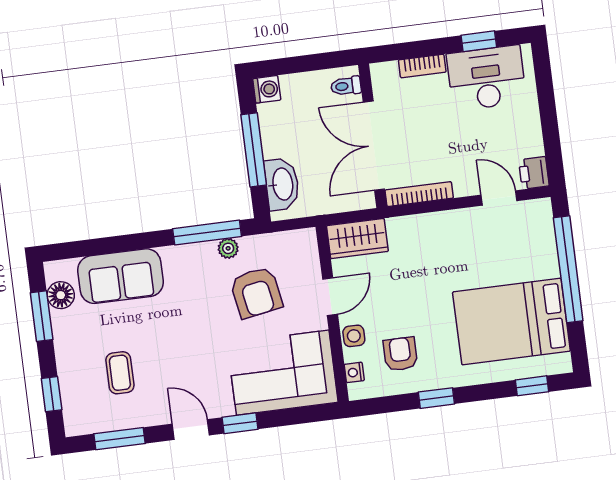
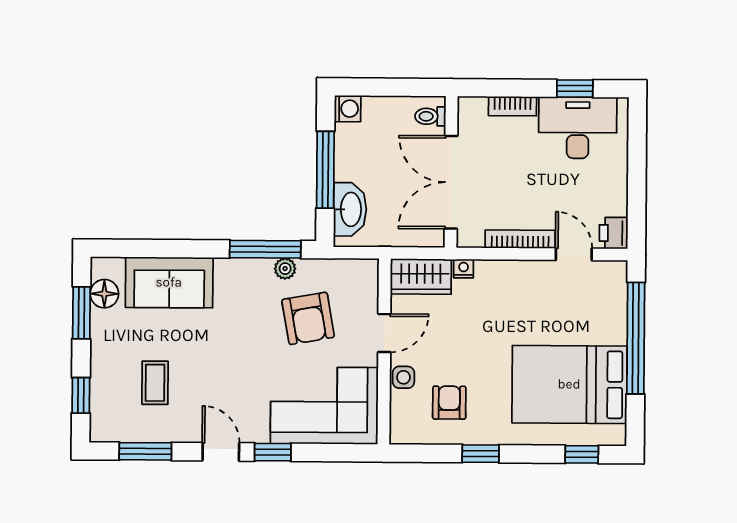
bookcase: (419, 194) -> (520, 239), moved
nightstand: (354, 372) -> (464, 269), moved, turned 90

